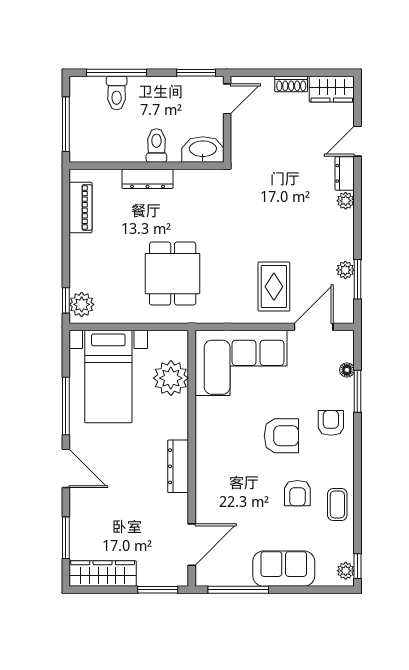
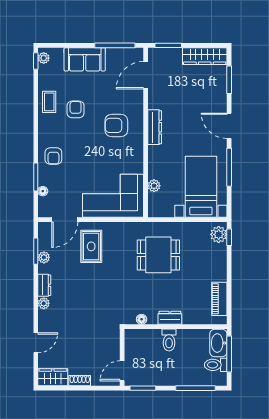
toilet: (117, 93) -> (216, 365), moved, turned -90
washbasin: (203, 149) -> (218, 343), moved, turned 90
dresser: (345, 173) -> (44, 285), moved
floor lamp: (198, 177) -> (142, 319), added
dresser: (148, 179) -> (170, 318), width x0.70
dining table: (173, 274) -> (158, 255), turned 90
plant: (171, 378) -> (154, 186), width x0.53, depth x0.53
armchair: (281, 436) -> (116, 125), moved

